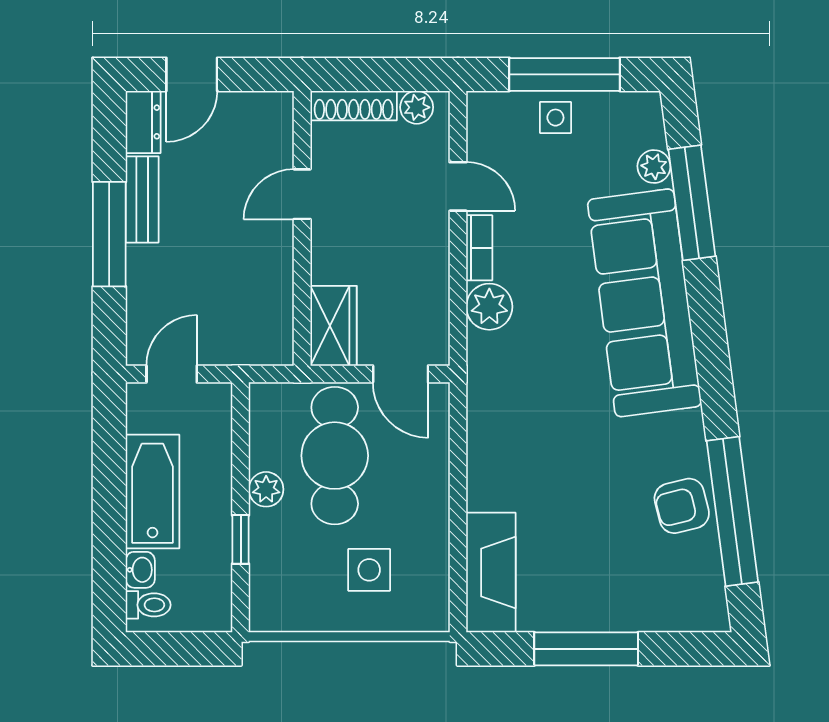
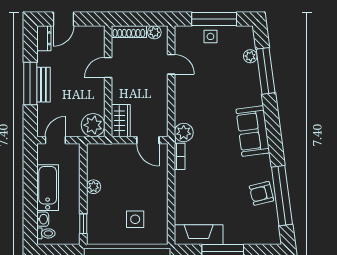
bench: (142, 199) -> (43, 85), moved
bookcase: (479, 248) -> (180, 156), moved
sofa: (644, 303) -> (253, 131), width x0.54, depth x0.79
plant: (489, 307) -> (184, 133), moved
plant: (265, 337) -> (93, 125), added
cafe table: (335, 456) -> (121, 173), removed
window: (241, 539) -> (83, 224), moved
fireplace: (491, 573) -> (199, 235), moved, turned -90

